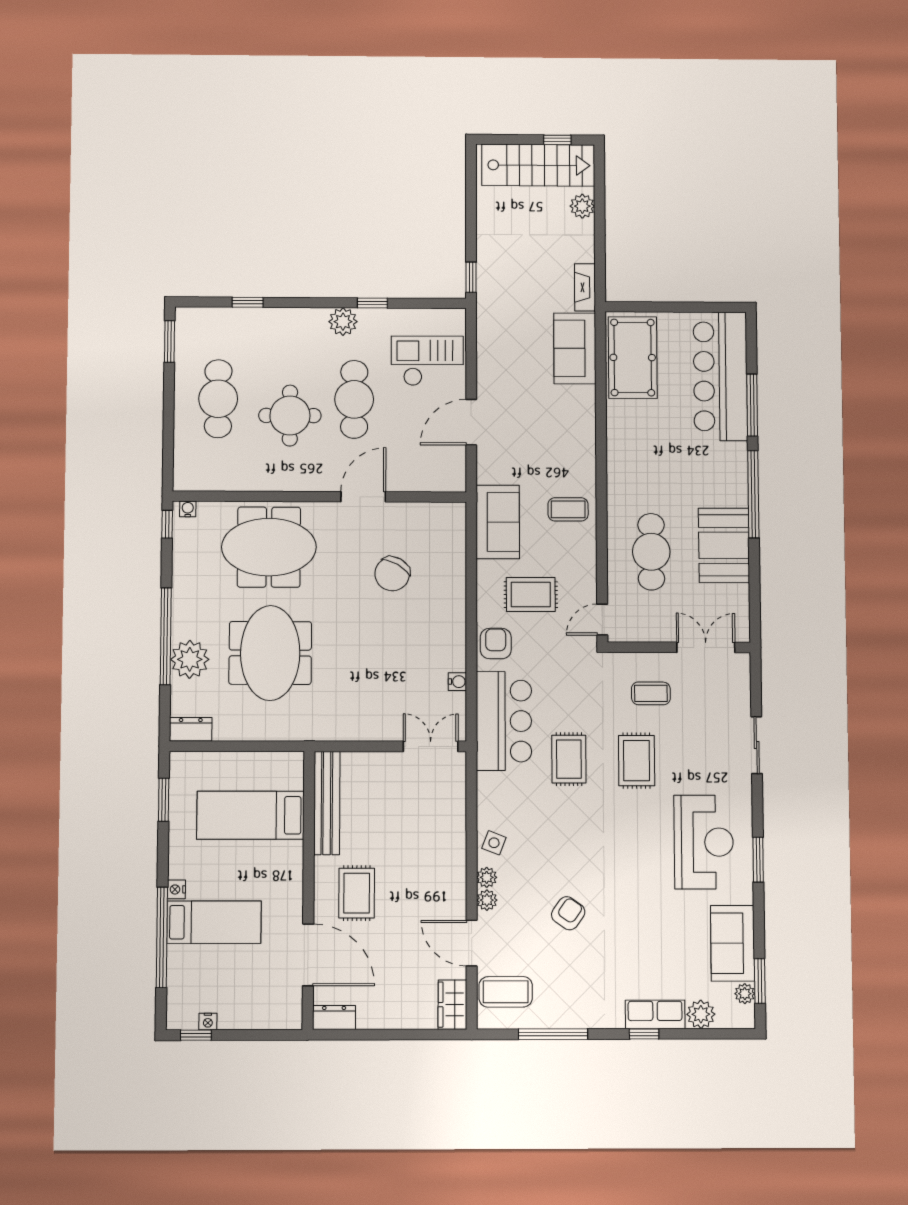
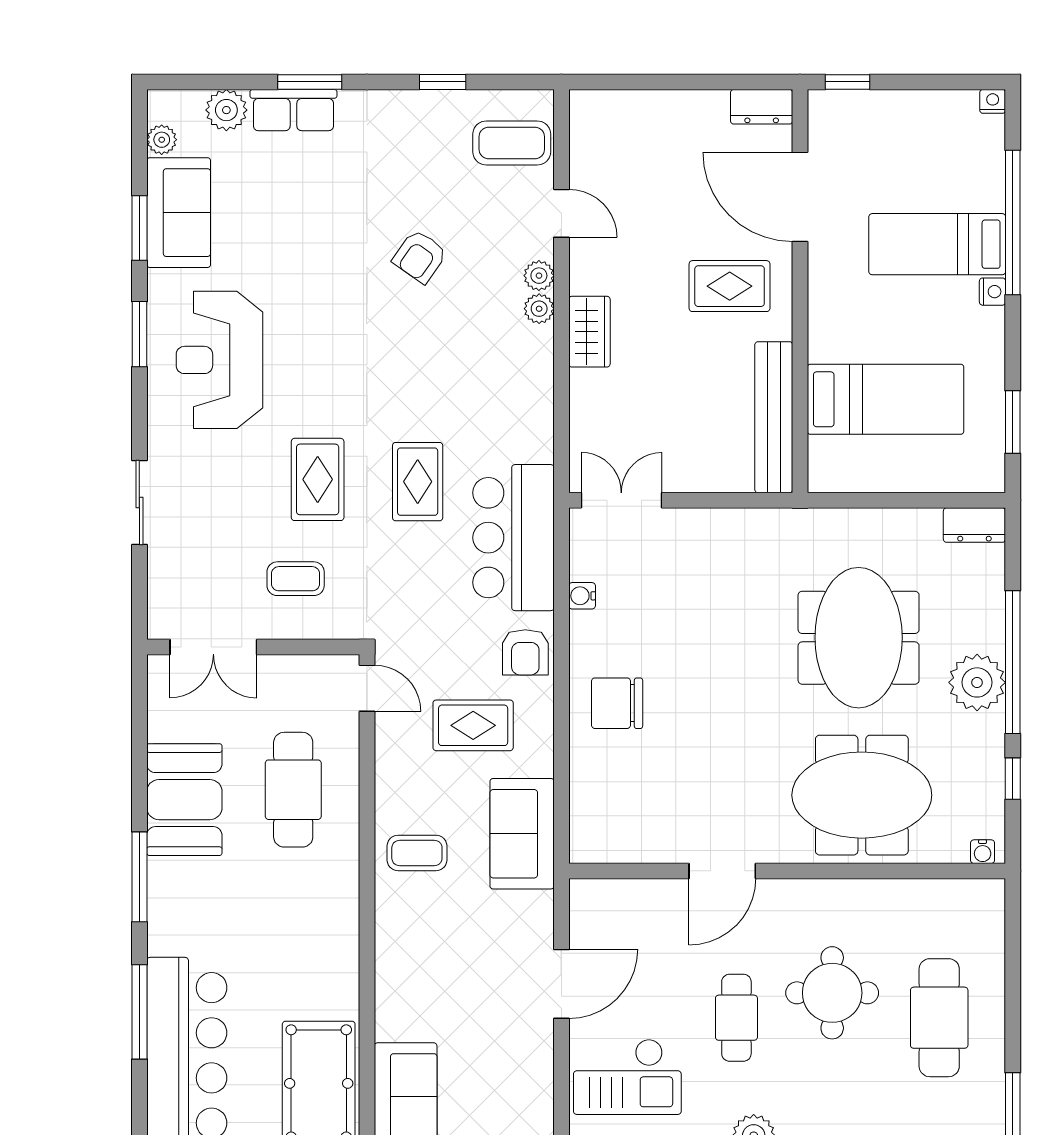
cafe table: (354, 399) -> (736, 1018), width x0.73, depth x0.74
window: (753, 494) -> (139, 877), width x0.68
window: (167, 524) -> (1013, 779), moved
chair: (392, 574) -> (617, 703), moved, turned -120
door: (602, 620) -> (367, 688), hinge flipped
plant: (190, 659) -> (977, 682), moved
double door: (431, 746) -> (621, 500), swing flipped
side table: (494, 843) -> (528, 359), removed
rug: (357, 893) -> (730, 286), turned 90
door: (472, 943) -> (561, 213), width x0.73
window: (760, 981) -> (139, 228), moved
wardrobe: (452, 1005) -> (589, 332), moved
nightstand: (208, 1021) -> (993, 101), moved
window: (553, 1034) -> (443, 82), width x0.46
window: (644, 1034) -> (310, 82), width x1.50
window: (196, 1035) -> (848, 82), moved

